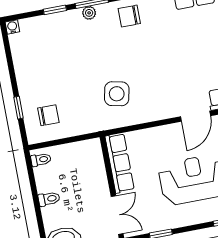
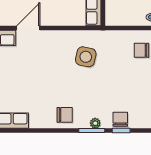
chair: (59, 24) -> (120, 119), added

